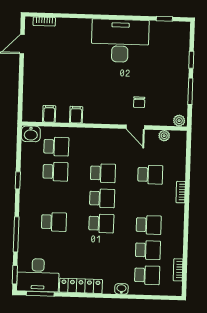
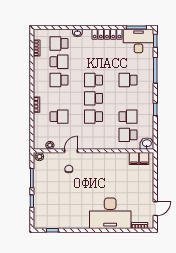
desk: (120, 41) -> (110, 213), moved
filing cabinet: (76, 115) -> (144, 159), moved
door: (135, 127) -> (71, 151), hinge flipped
school desk: (56, 172) -> (128, 117), turned 180
school desk: (150, 175) -> (59, 117), turned 180
school desk: (148, 250) -> (59, 62), turned 180

